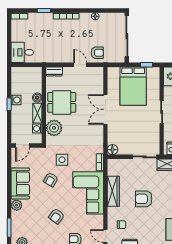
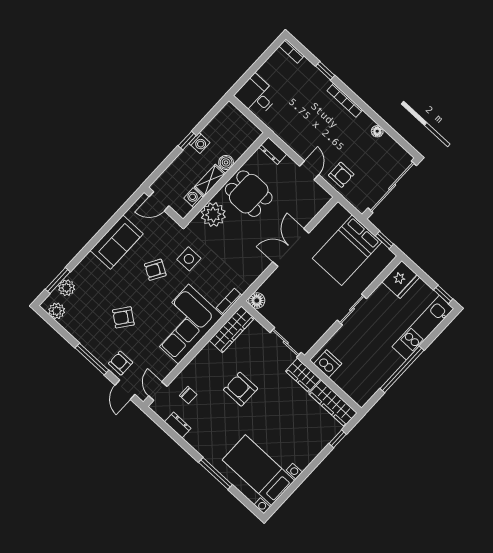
wardrobe: (113, 191) -> (232, 329), moved
plant: (17, 205) -> (67, 288), moved

